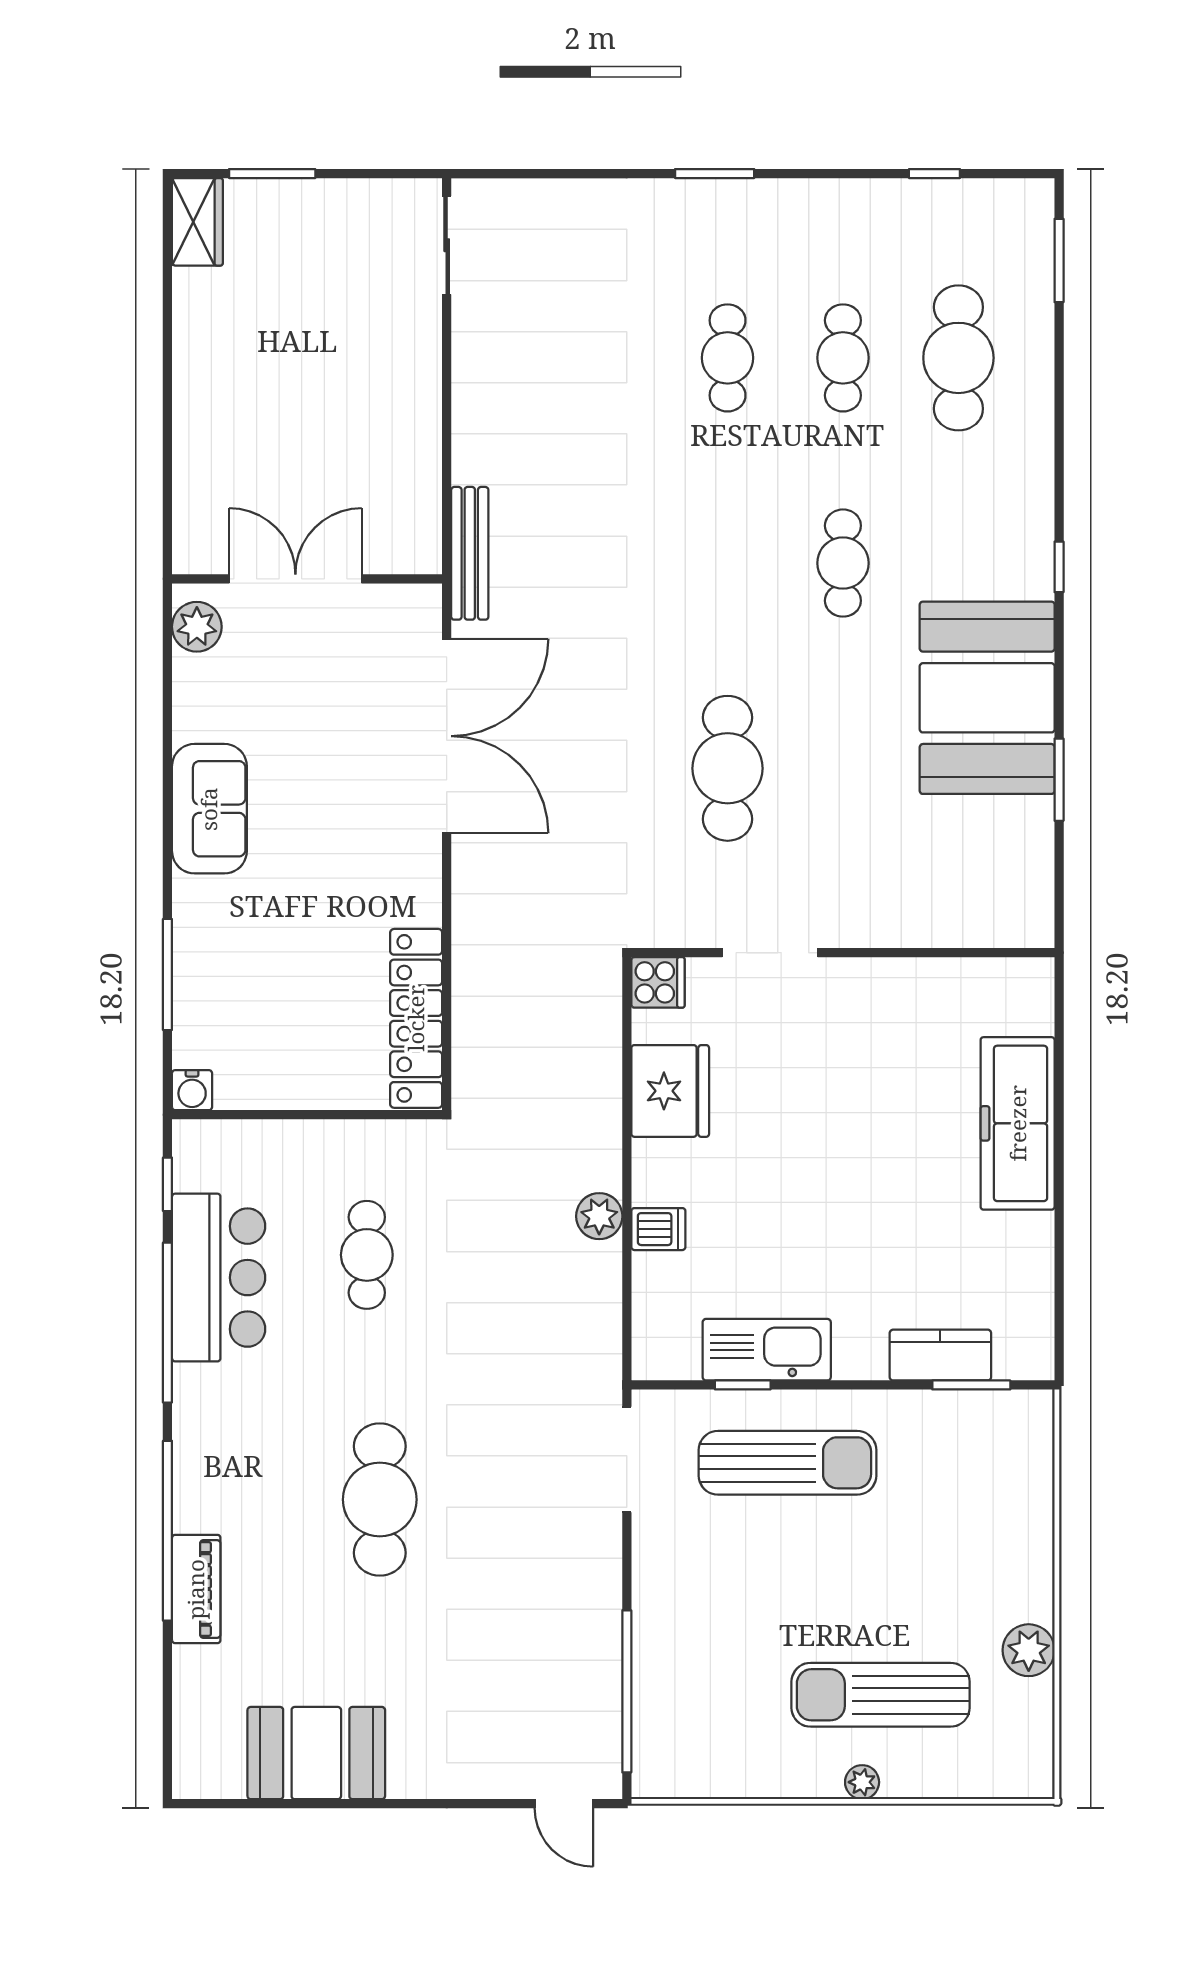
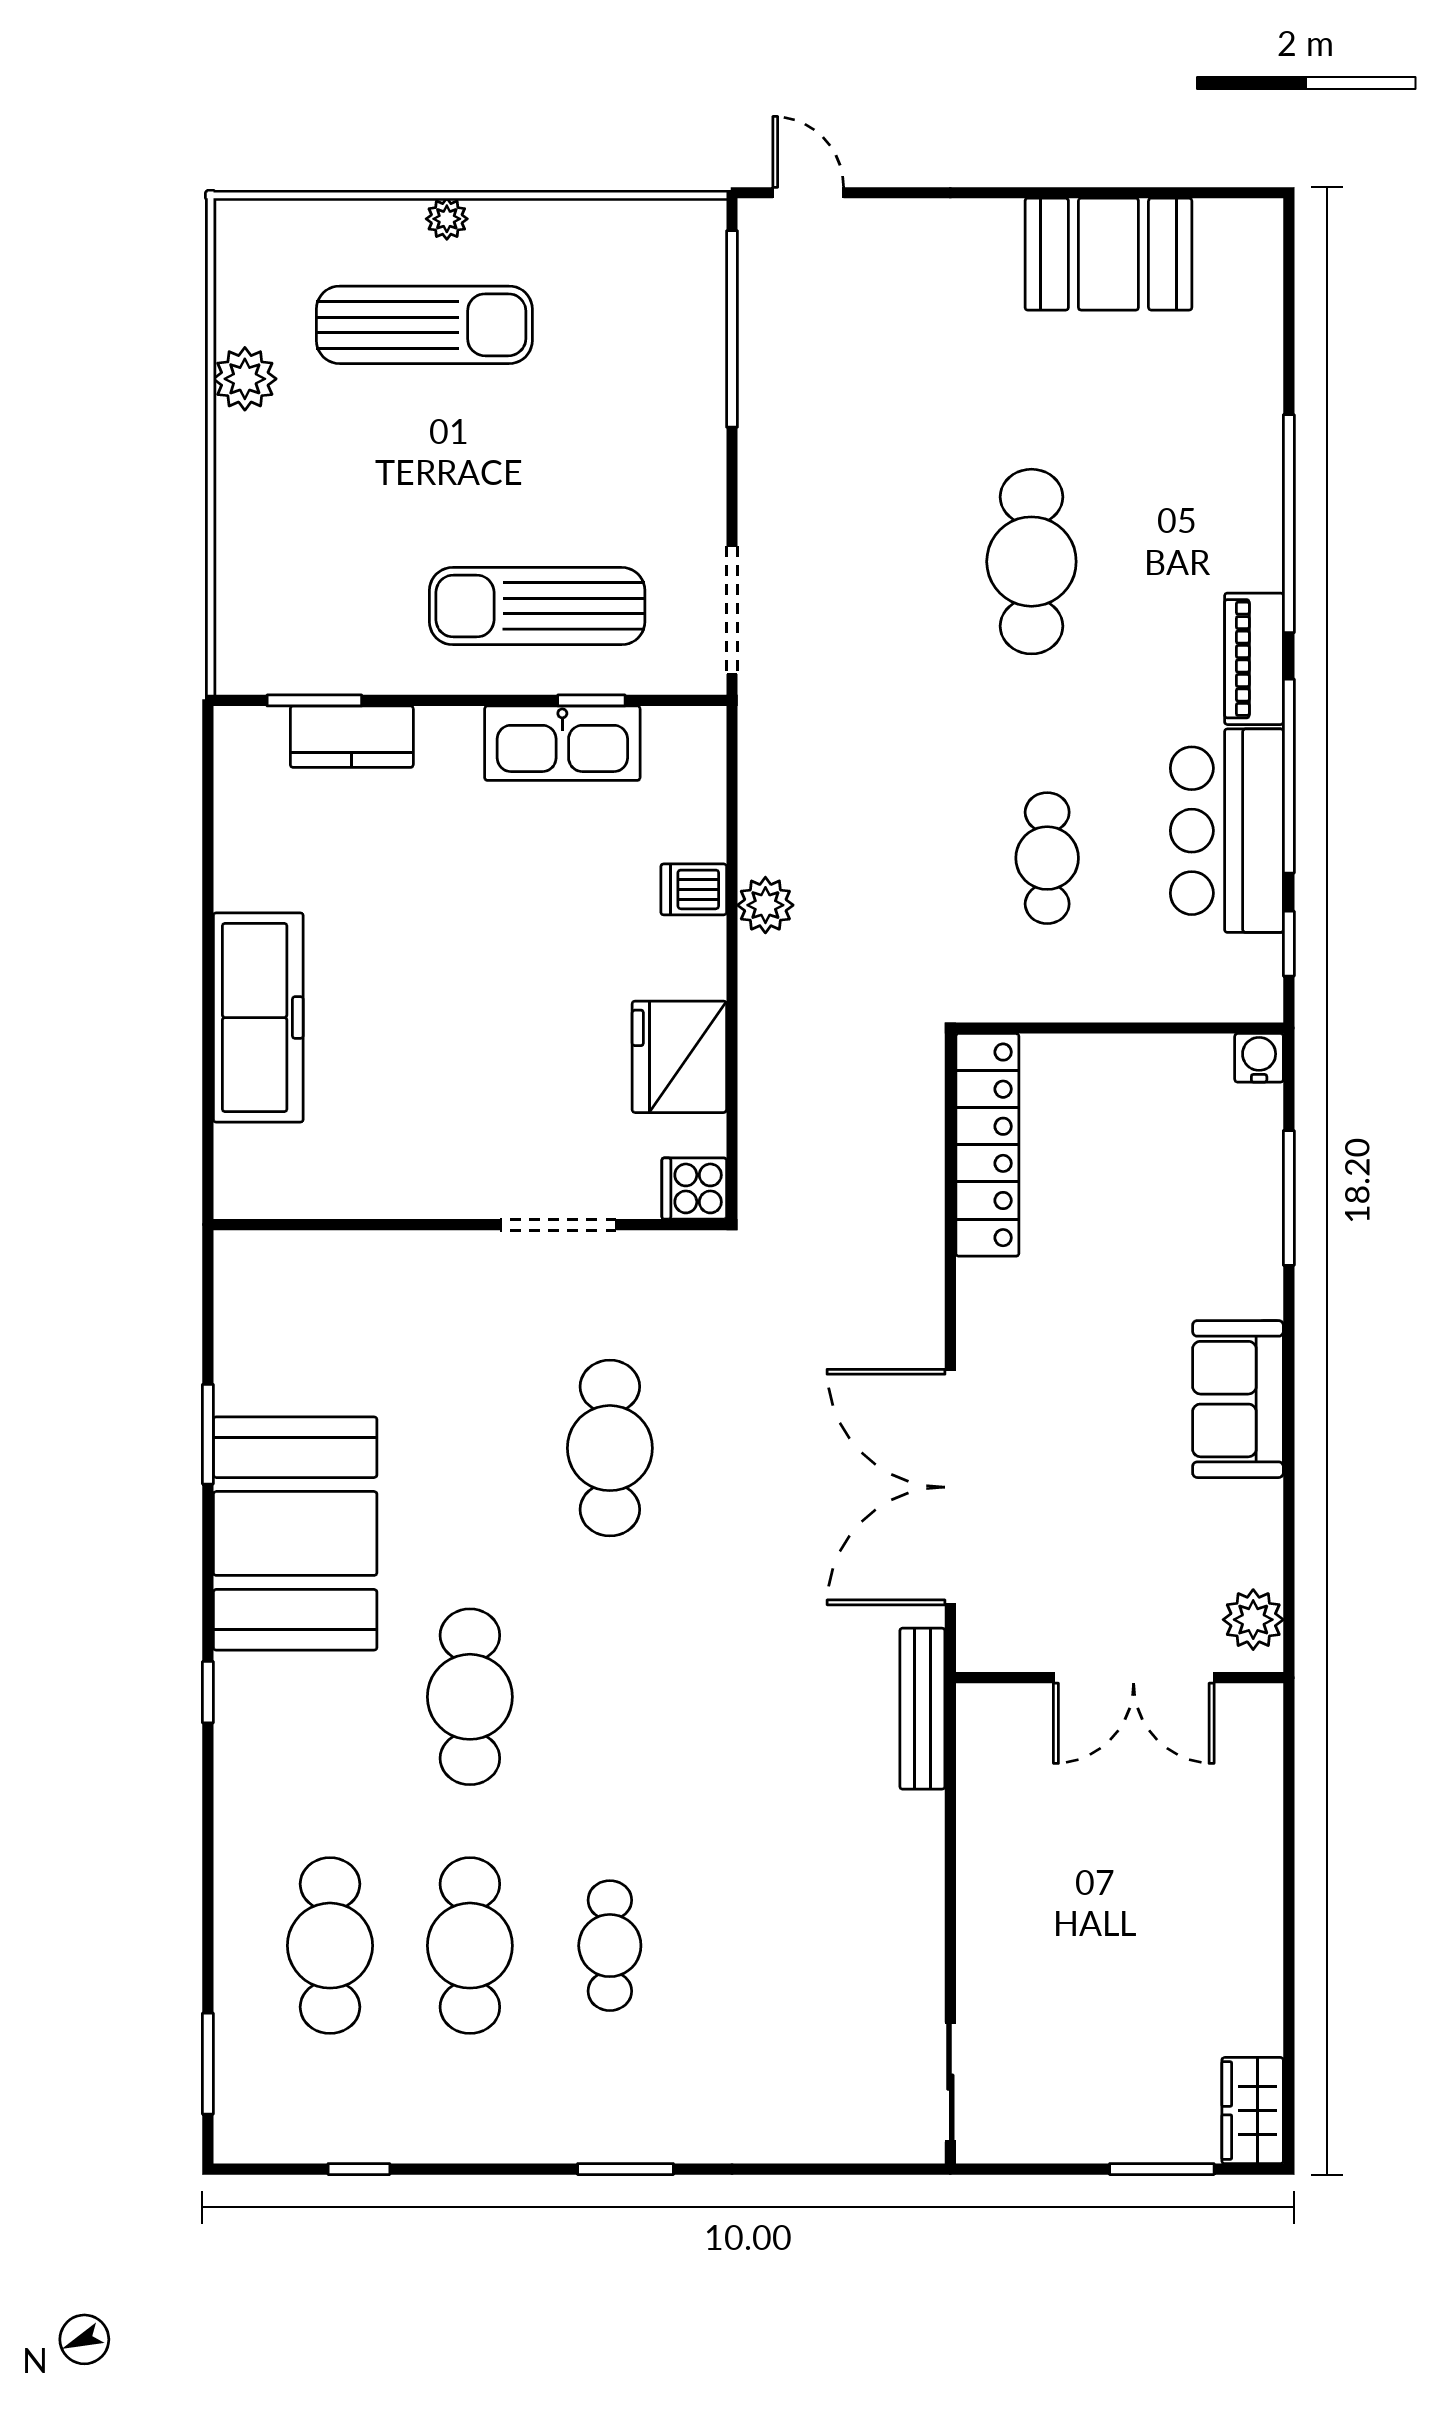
cafe table: (843, 358) -> (470, 1946), width x1.37, depth x1.35
cafe table: (843, 563) -> (470, 1697), width x1.37, depth x1.35
piano: (196, 1589) -> (1254, 659), moved

